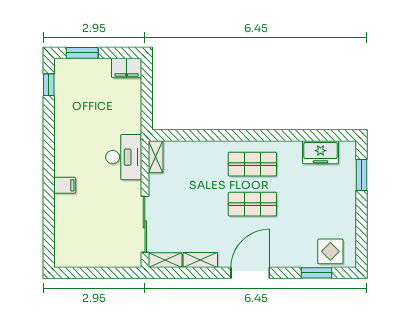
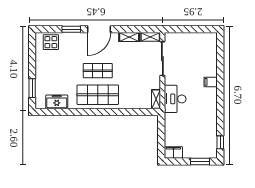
shop shelf: (252, 164) -> (98, 95), width x1.43, depth x1.36
window: (316, 273) -> (71, 29), moved

